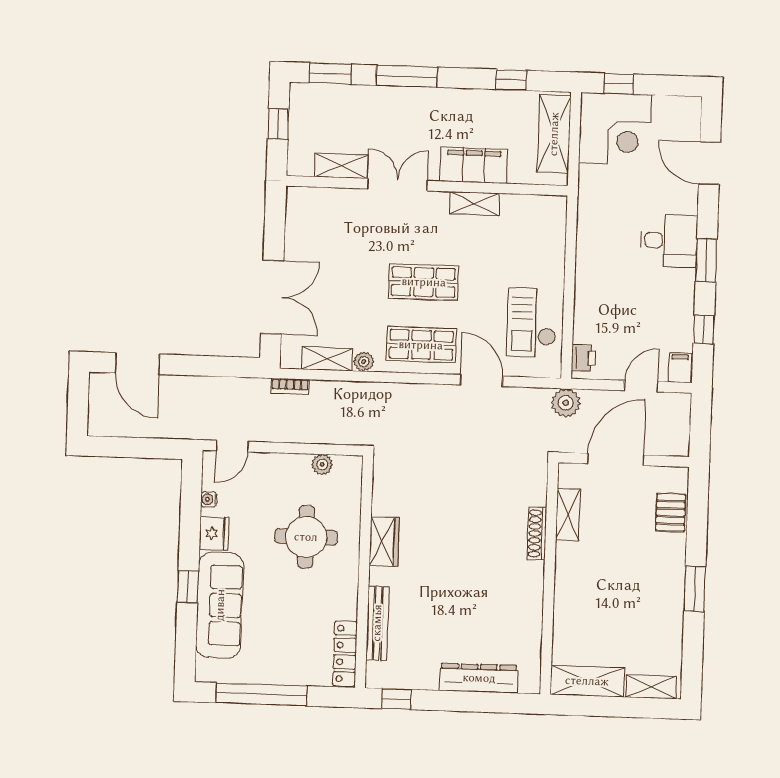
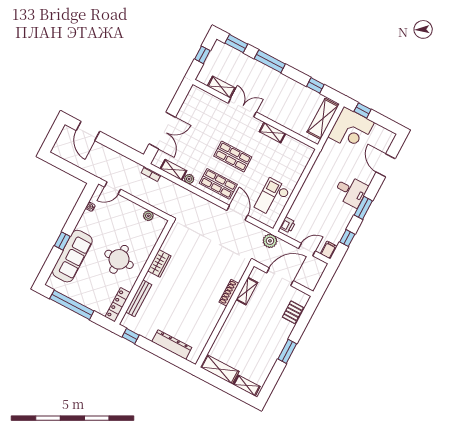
filing cabinet: (474, 165) -> (280, 115), removed
fridge: (214, 534) -> (85, 223), removed
round table: (306, 537) -> (119, 259), moved

